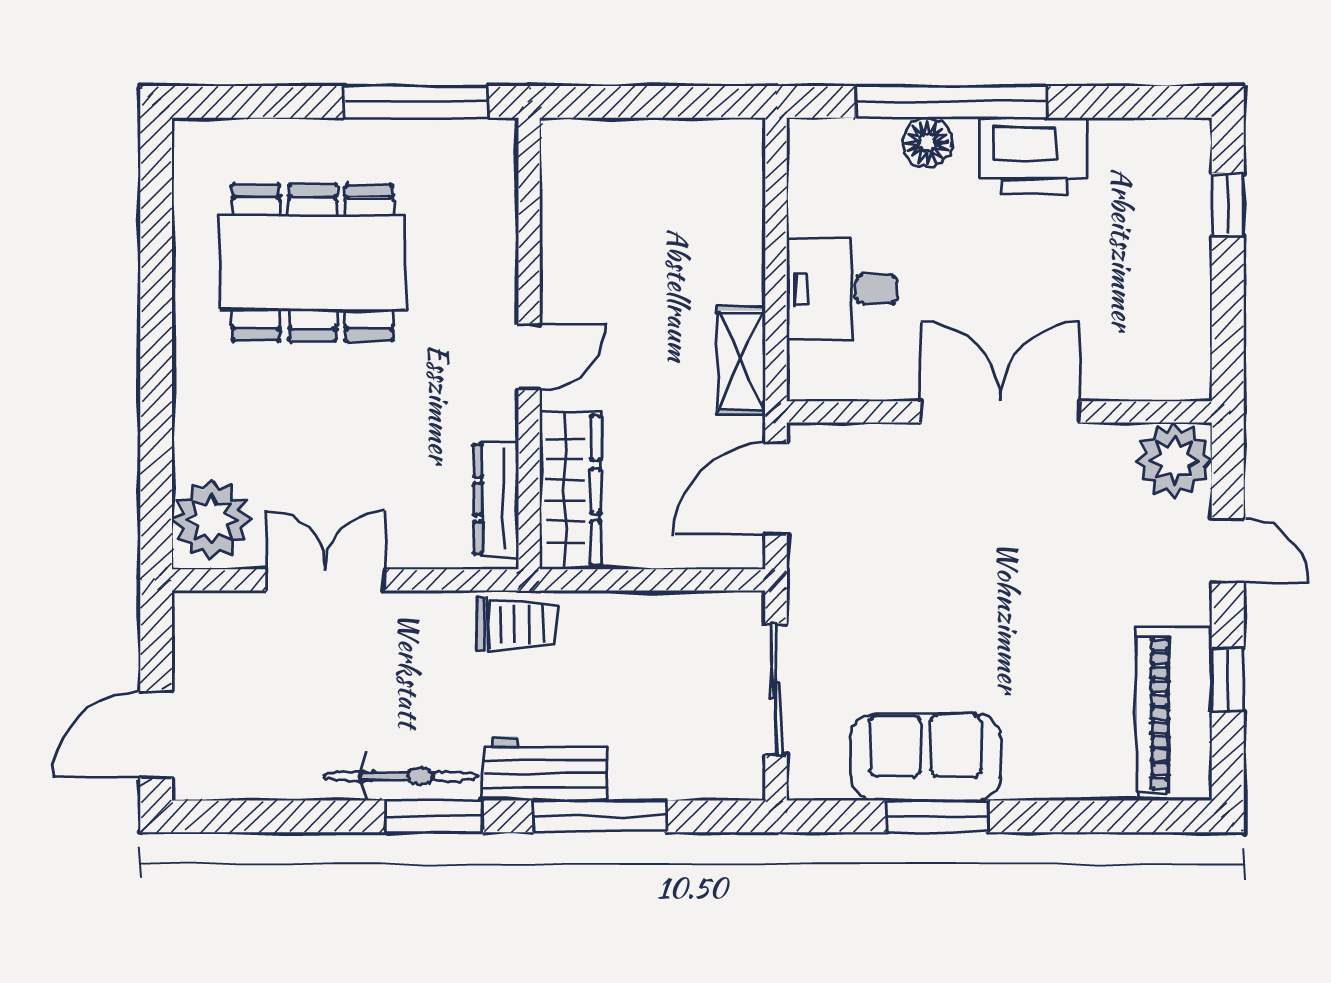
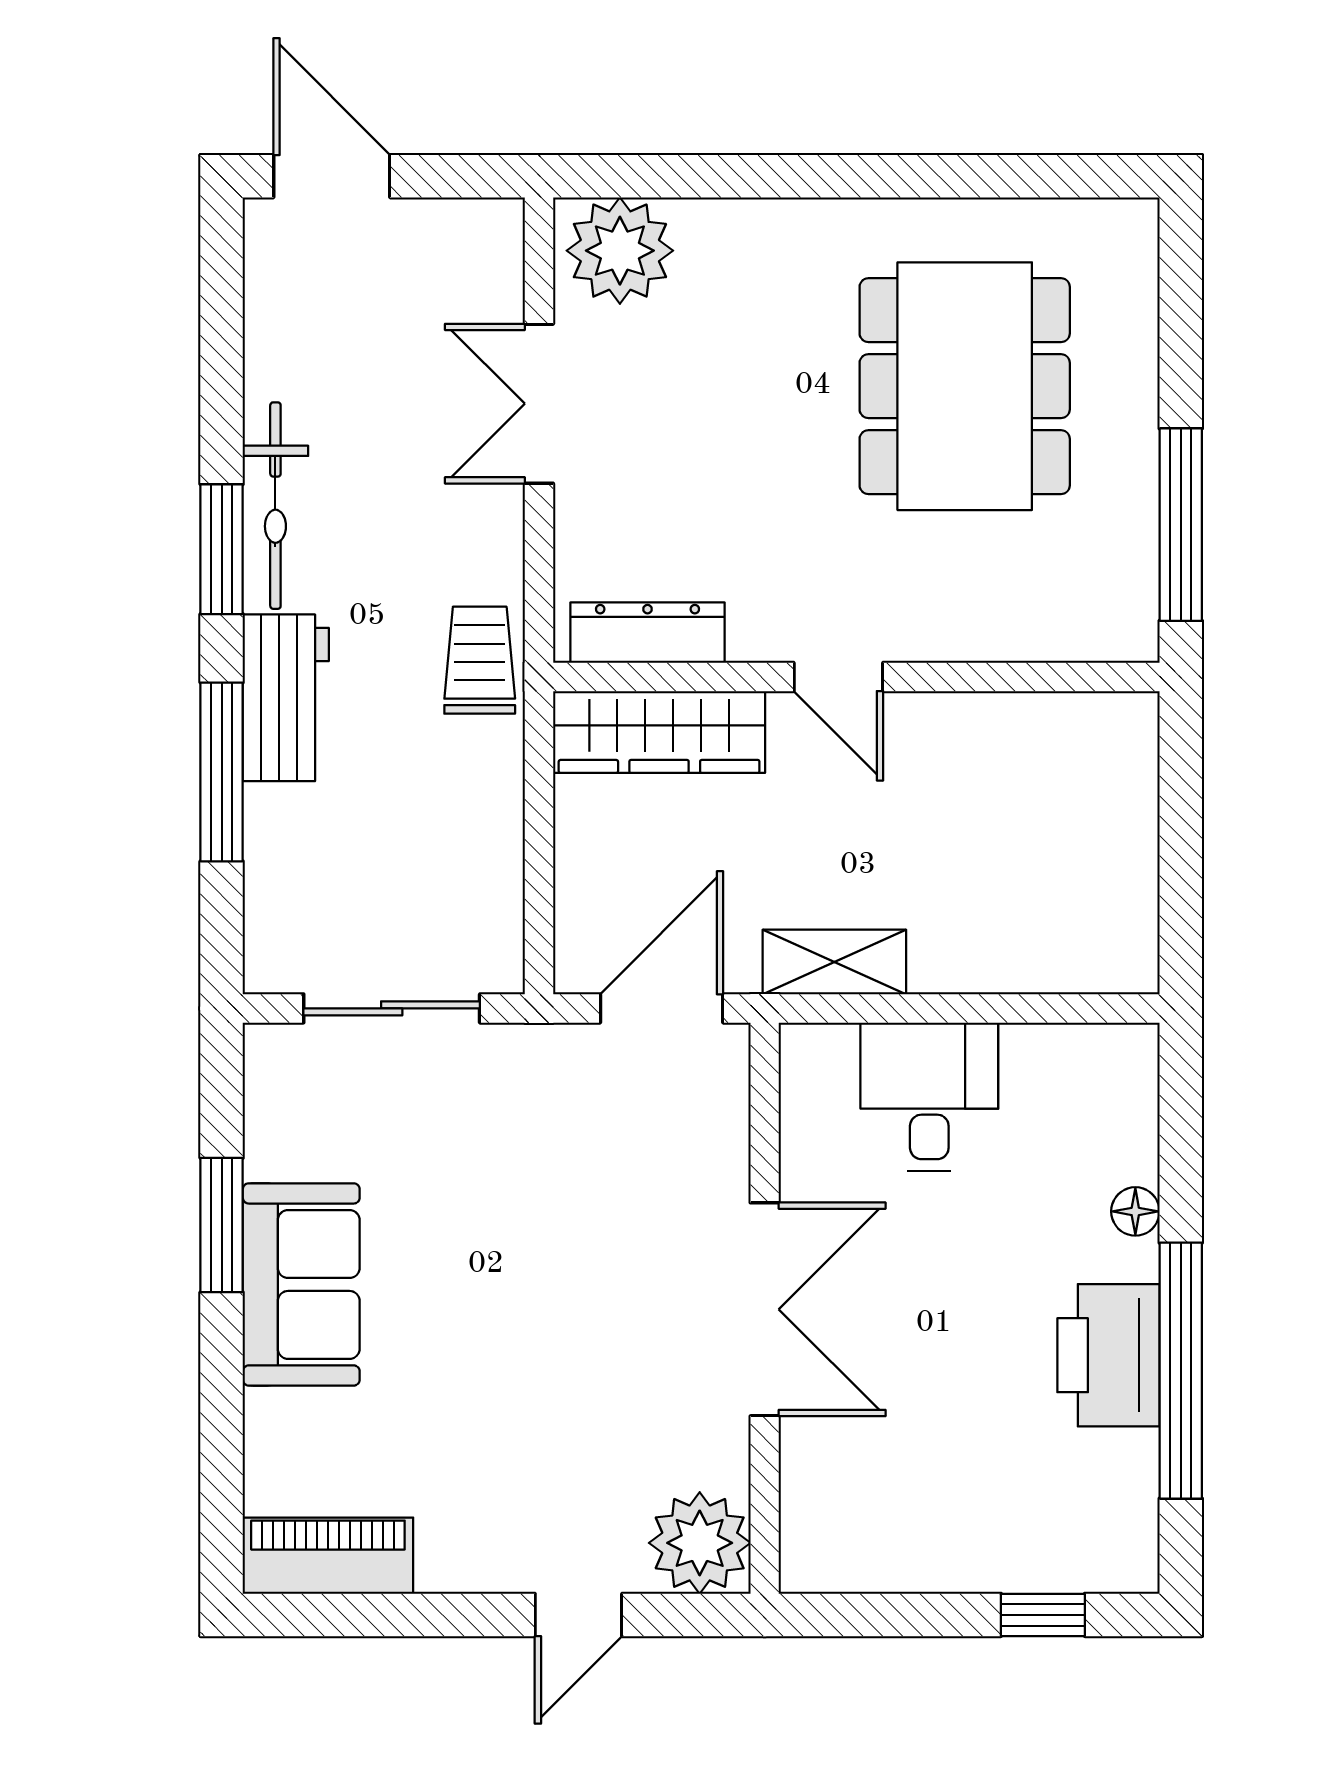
window: (951, 102) -> (1181, 1371), moved
floor lamp: (927, 142) -> (1135, 1211), width x0.73, depth x0.73
door: (776, 489) -> (662, 1008), hinge flipped
double door: (326, 580) -> (539, 404), swing flipped
trolley: (517, 624) -> (480, 660), turned 180
window: (1228, 680) -> (405, 1615), removed
piano: (1174, 714) -> (328, 1556), width x0.73, depth x0.75
sofa: (926, 757) -> (301, 1284), moved

